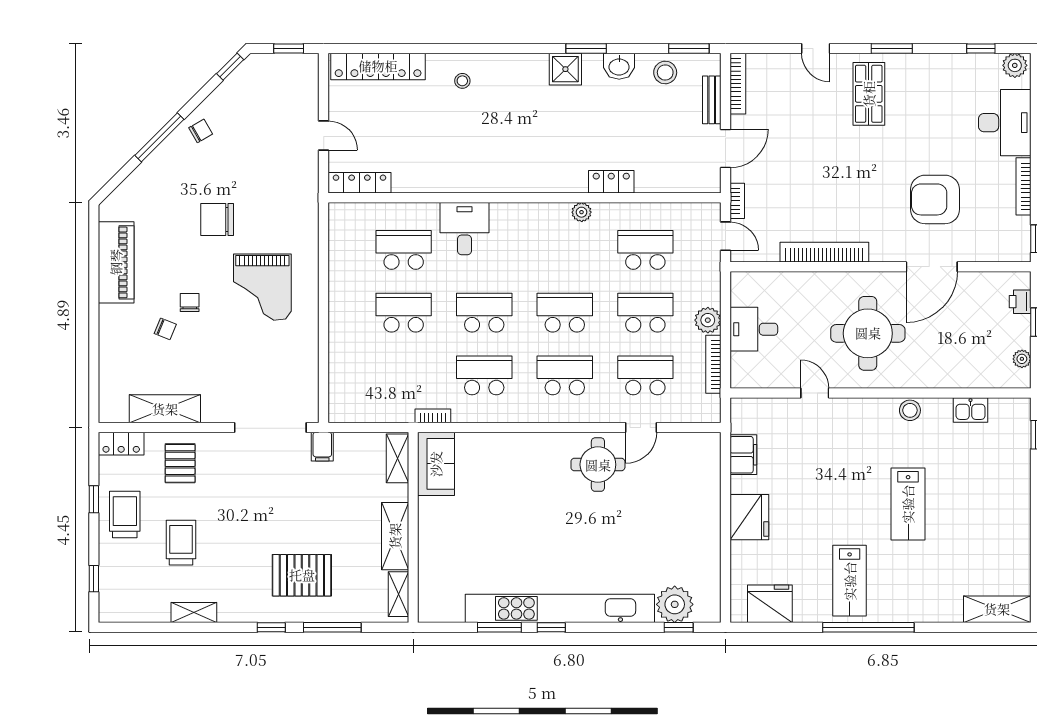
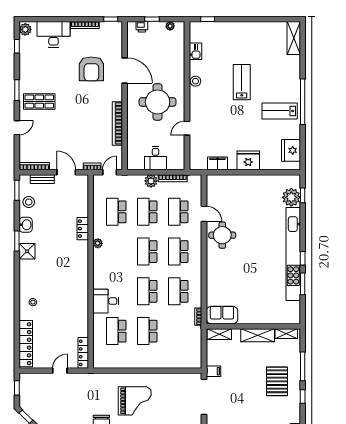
lab bench: (908, 504) -> (242, 82), turned -90
lab bench: (850, 581) -> (280, 111), turned 180

